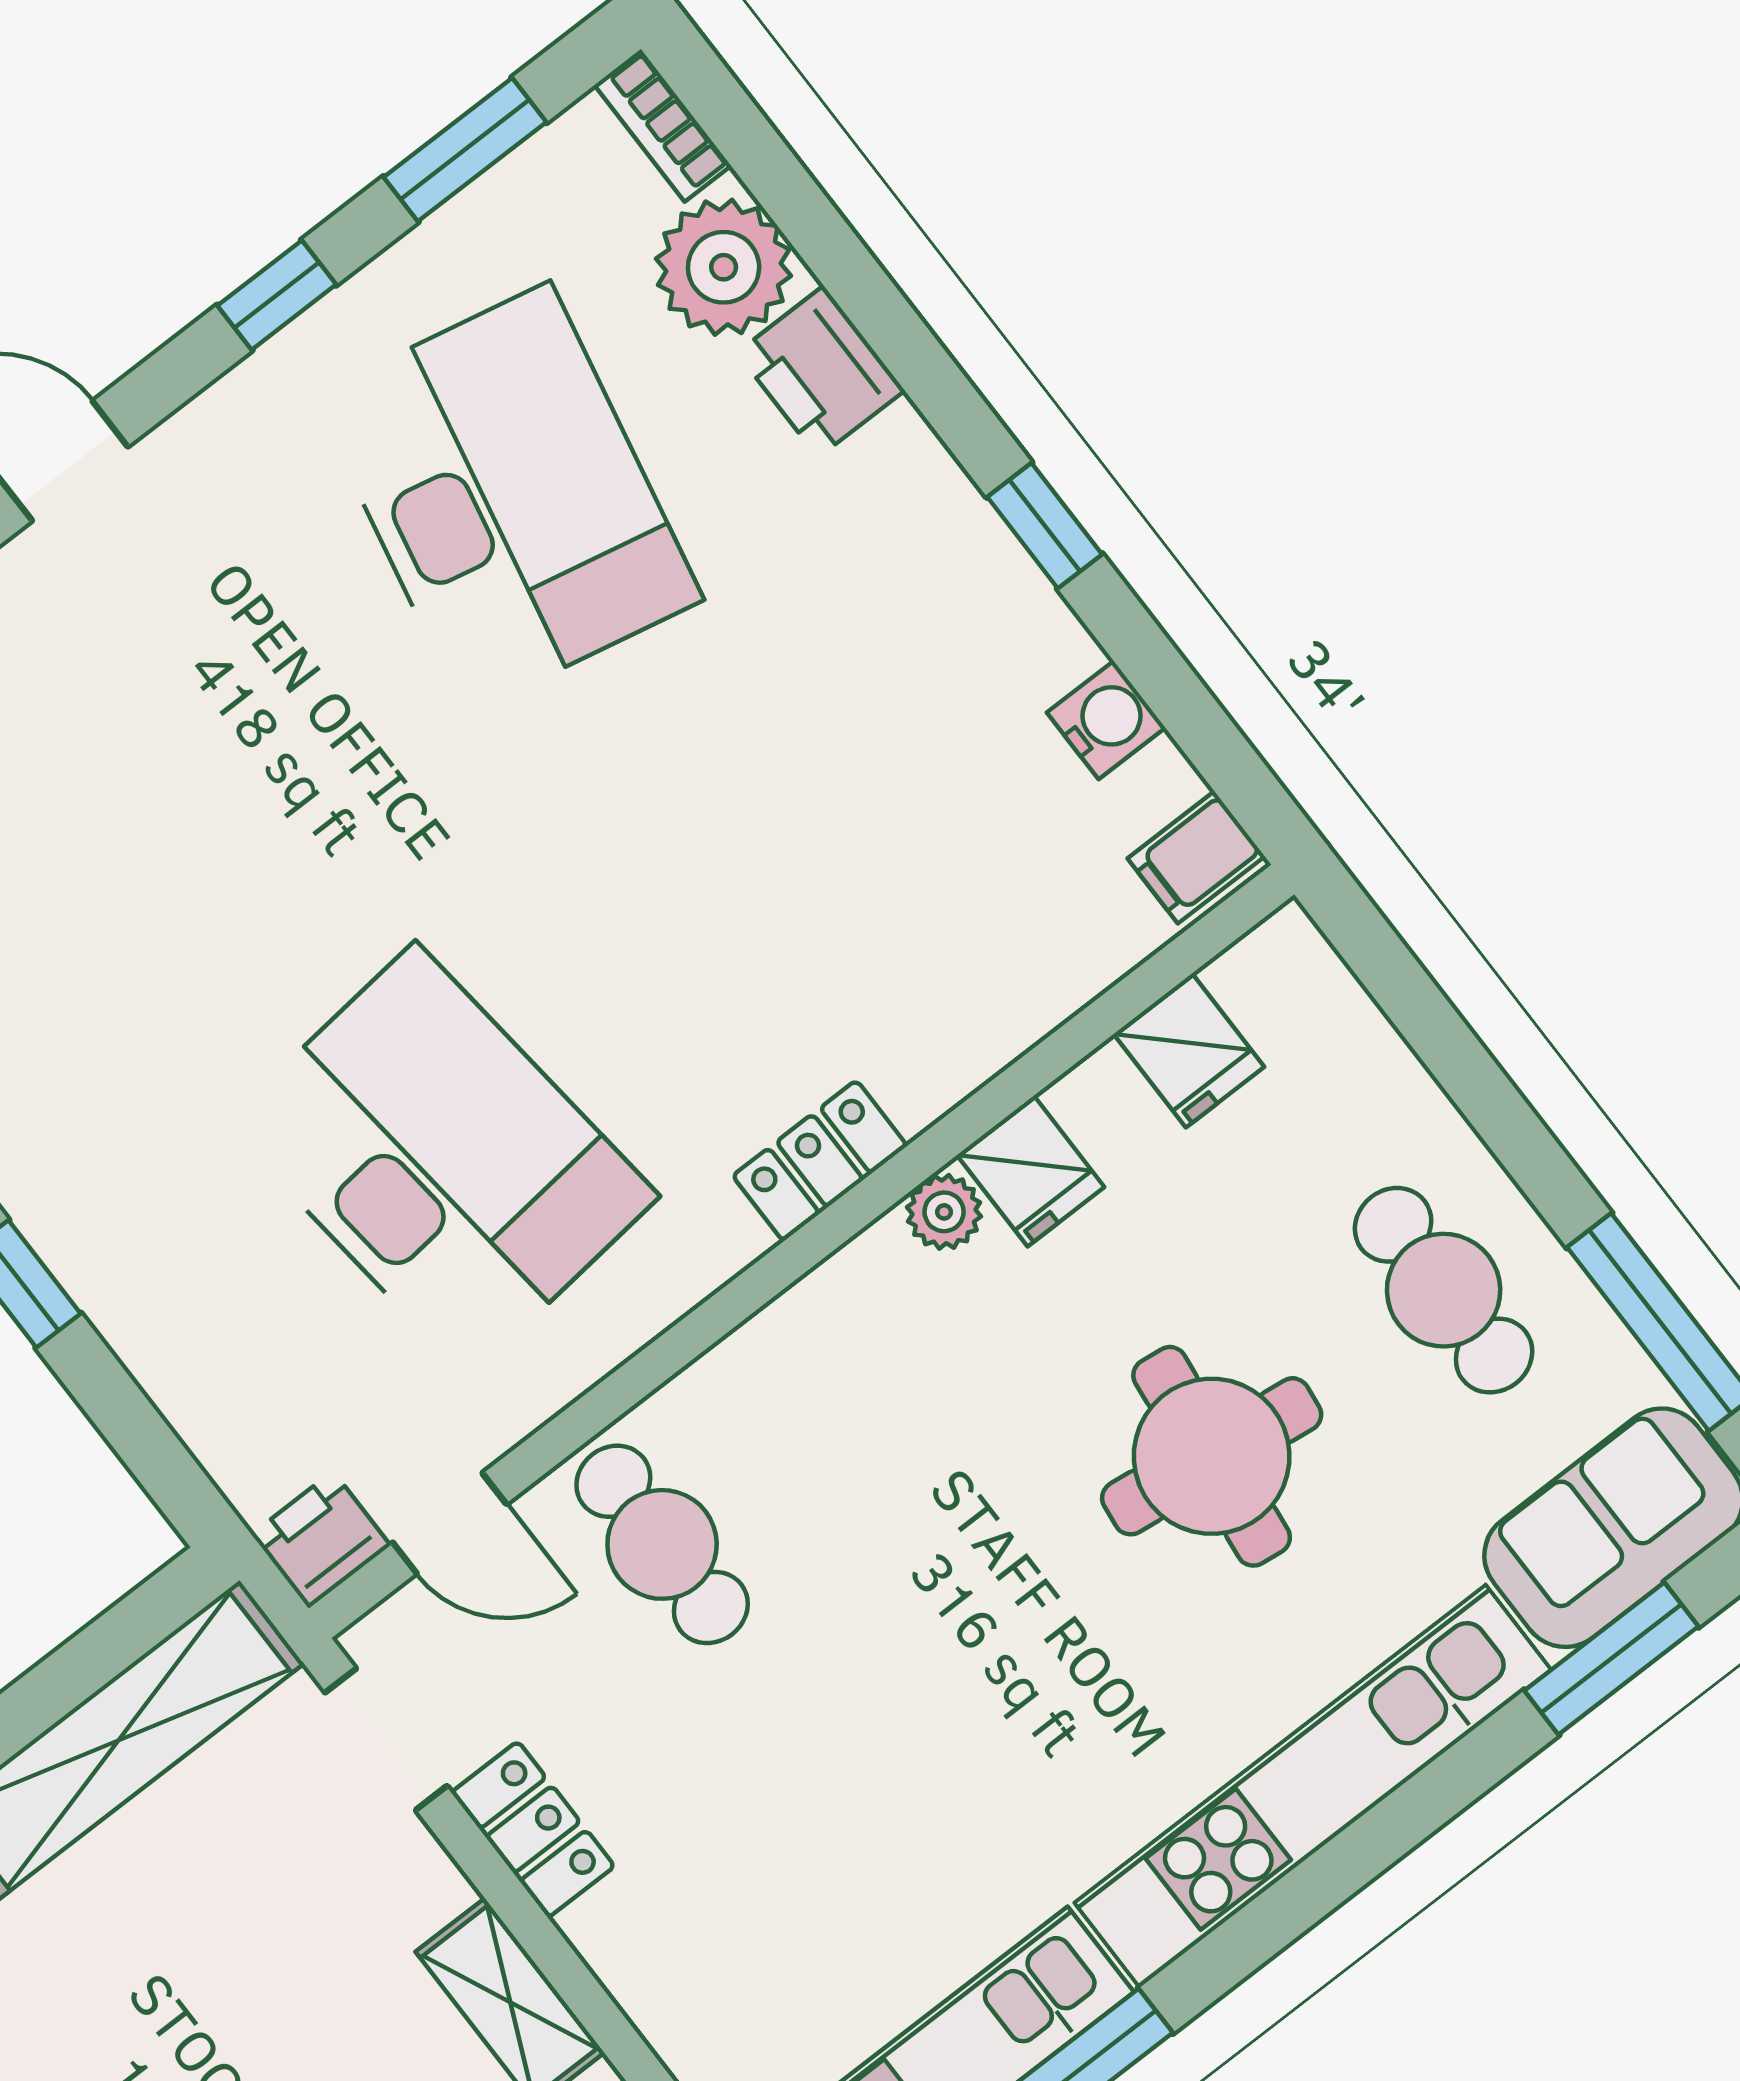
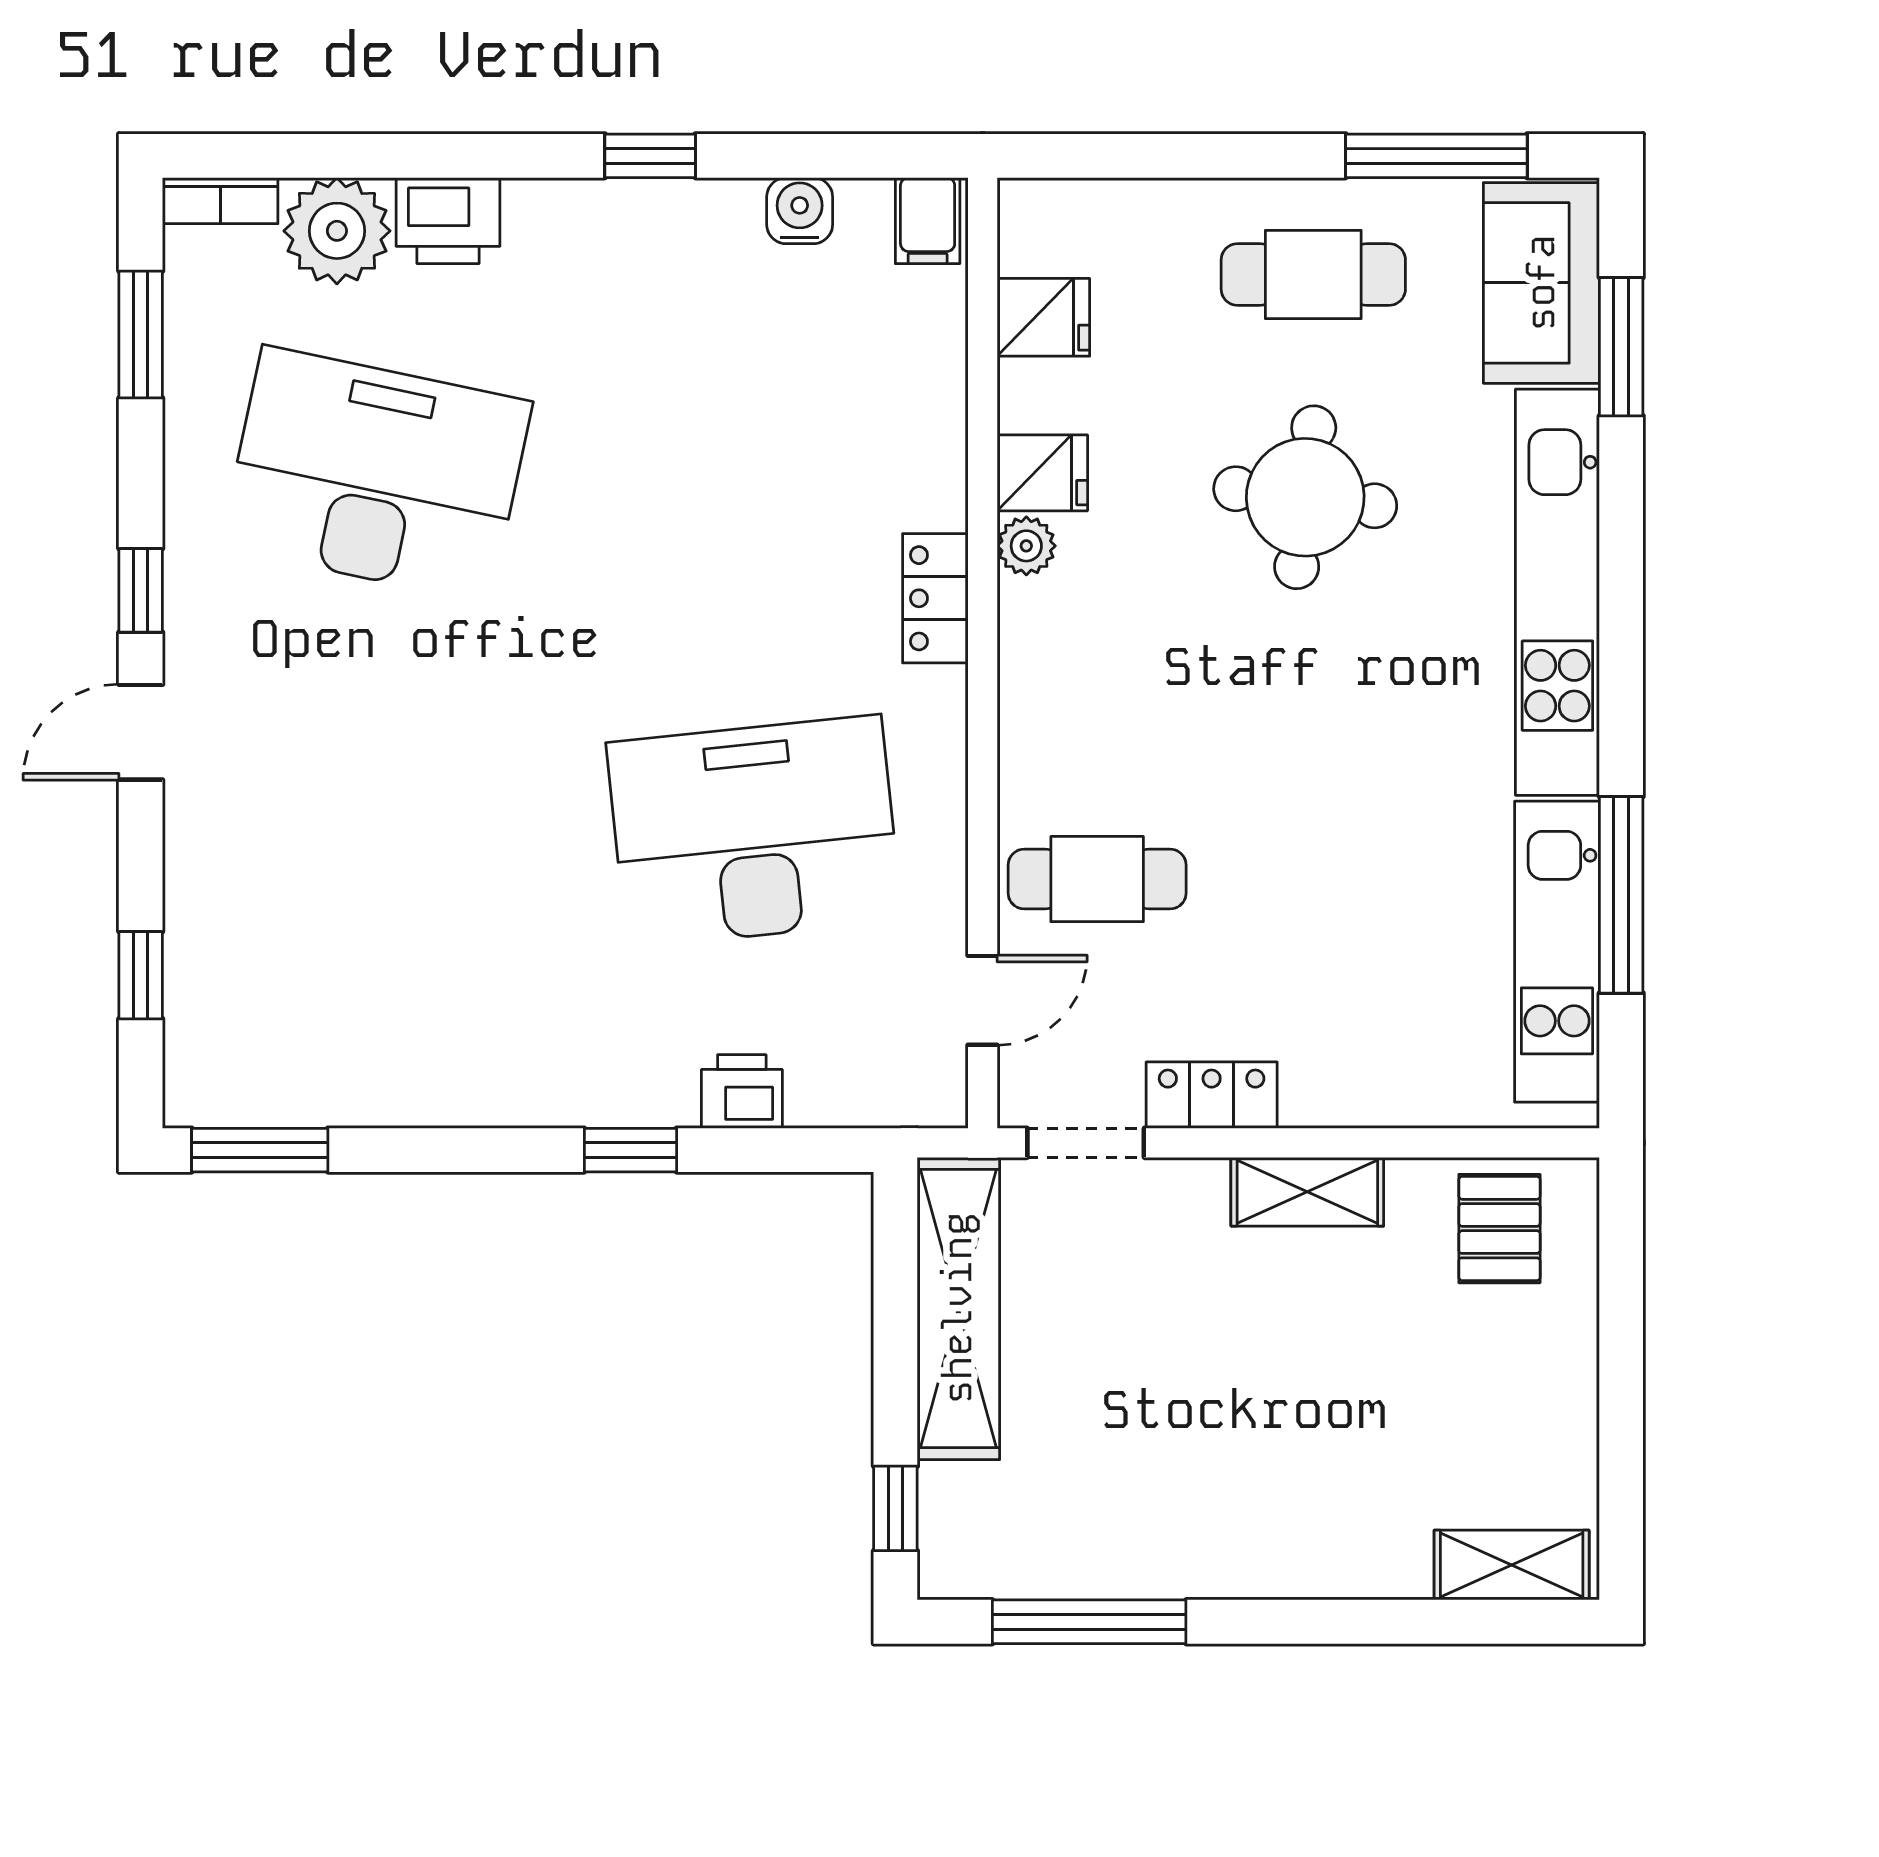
window: (277, 295) -> (141, 590), moved
printer: (321, 1540) -> (742, 1092), moved, turned 90

